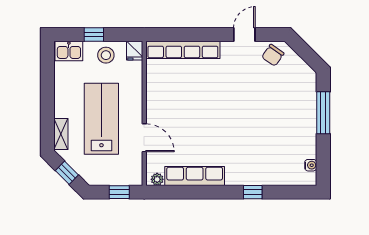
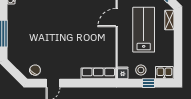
row of seats: (183, 50) -> (98, 73), width x0.73
lab bench: (101, 119) -> (144, 30), turned 180
door: (144, 138) -> (117, 18), hinge flipped

